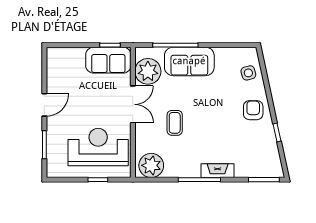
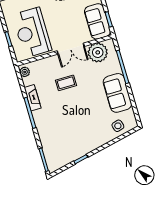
sofa: (189, 61) -> (117, 93), moved
armchair: (253, 110) -> (92, 137), removed
reception desk: (98, 147) -> (32, 32), turned 180
plant: (151, 165) -> (25, 72), width x0.53, depth x0.53
fireplace: (218, 171) -> (33, 98), moved

